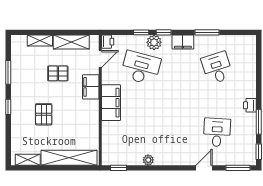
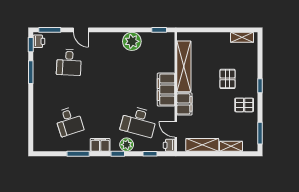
window: (141, 32) -> (150, 154), moved
door: (100, 59) -> (176, 129), hinge flipped
window: (8, 72) -> (260, 133), moved
pallet: (58, 73) -> (244, 105), moved
printer: (250, 105) -> (39, 41), moved
shelving: (69, 158) -> (184, 66), moved, turned 90
plant: (148, 160) -> (132, 41), width x1.88, depth x1.88
door: (204, 168) -> (81, 30), hinge flipped

